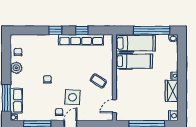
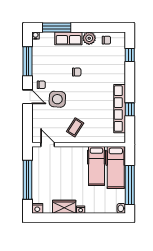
window: (55, 30) -> (130, 55), moved
row of seats: (16, 101) -> (68, 38), moved

